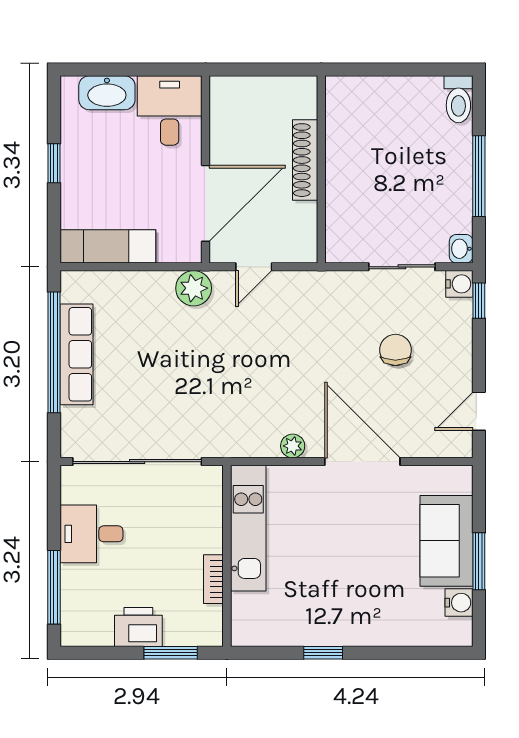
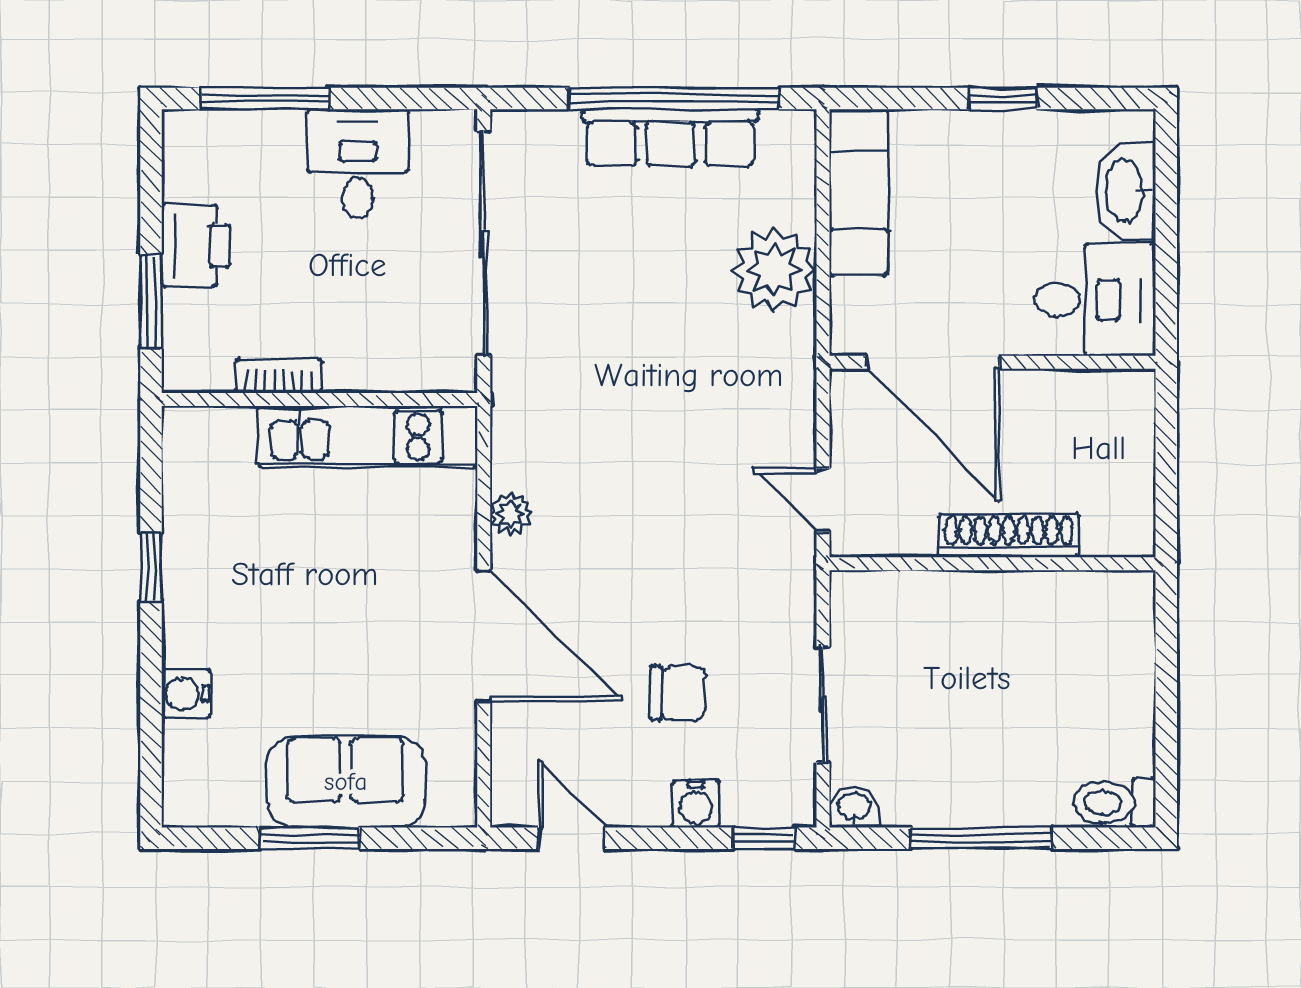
door: (254, 267) -> (823, 500), moved
water cooler: (459, 284) -> (696, 804), moved
plant: (194, 288) -> (774, 270), moved, width x1.36, depth x1.36
door: (362, 462) -> (484, 635), hinge flipped
water cooler: (459, 603) -> (186, 694), moved, turned 90

